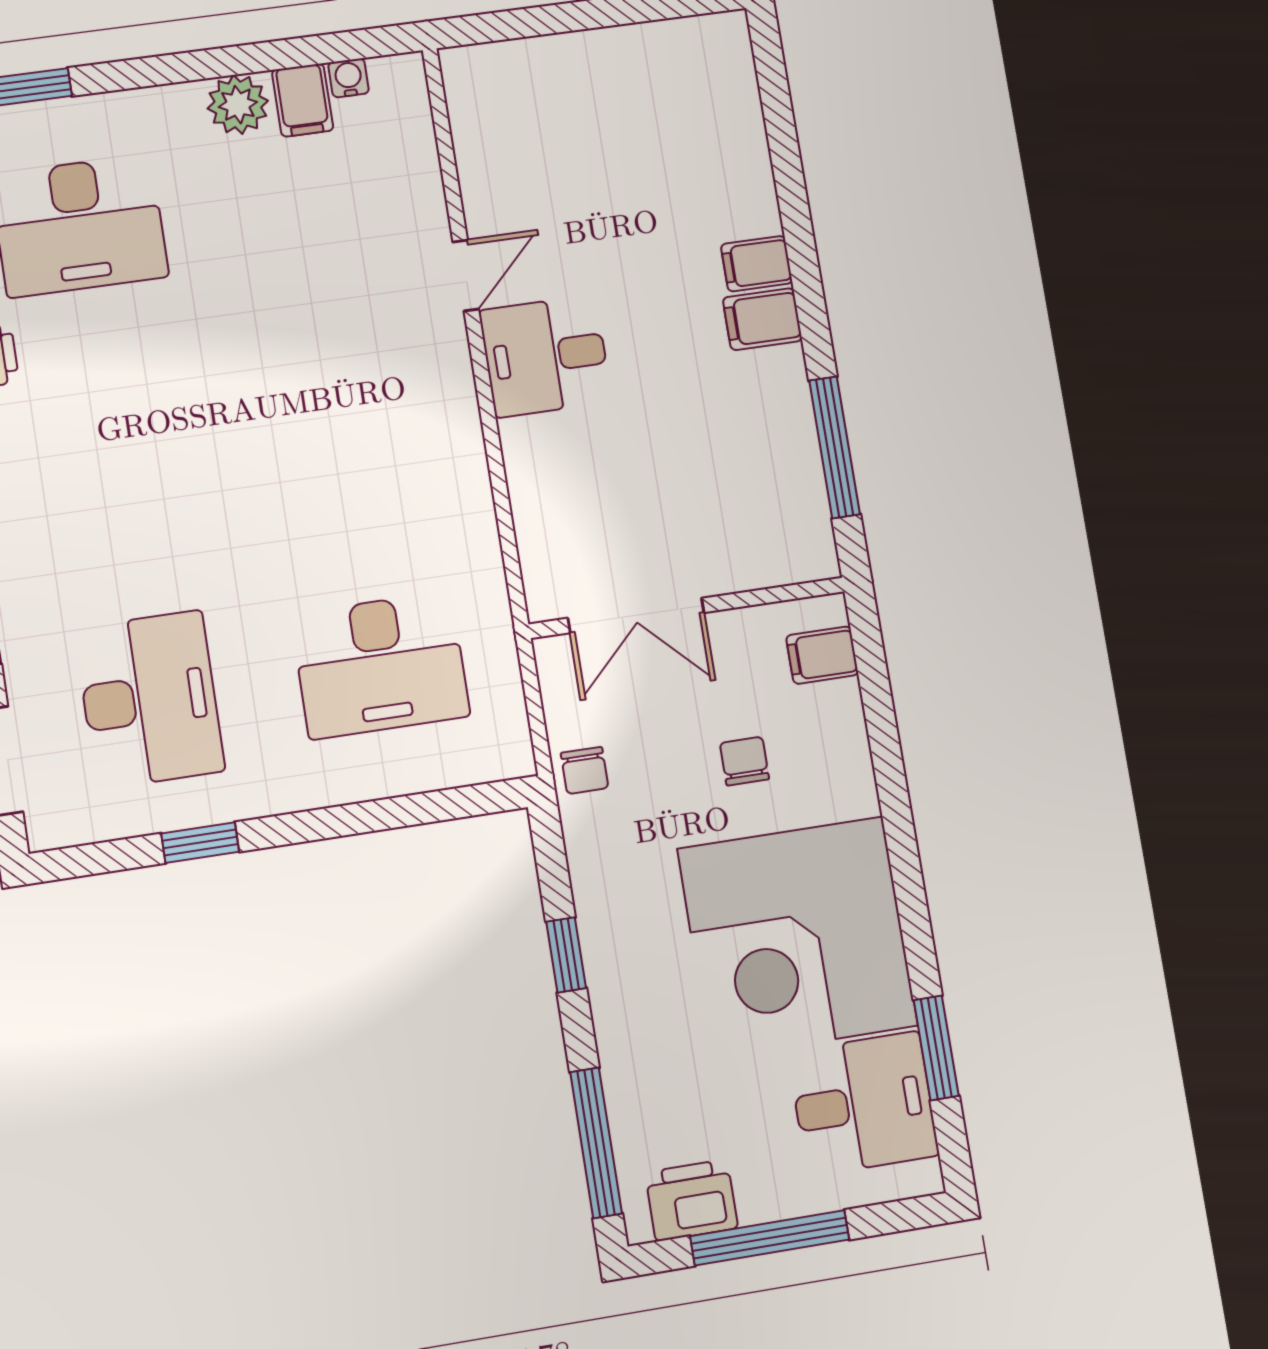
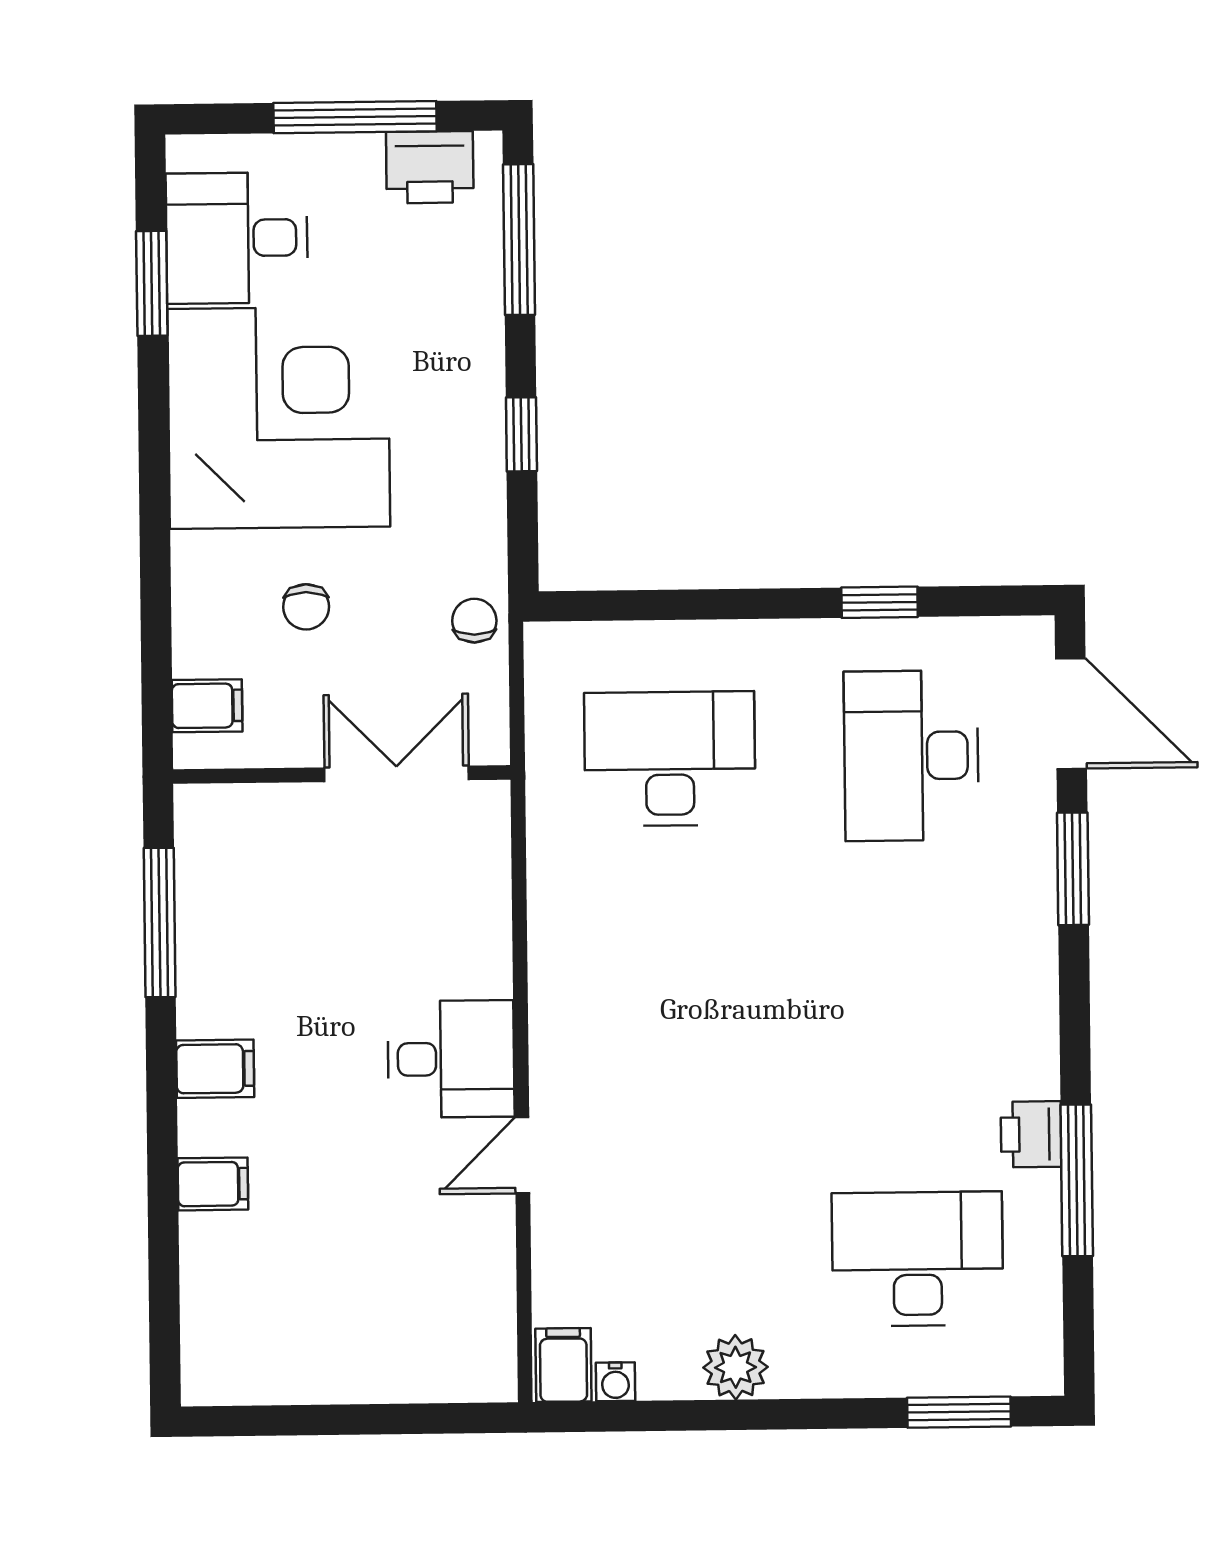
filing cabinet: (303, 100) -> (563, 1365), moved
filing cabinet: (757, 264) -> (213, 1184), moved

